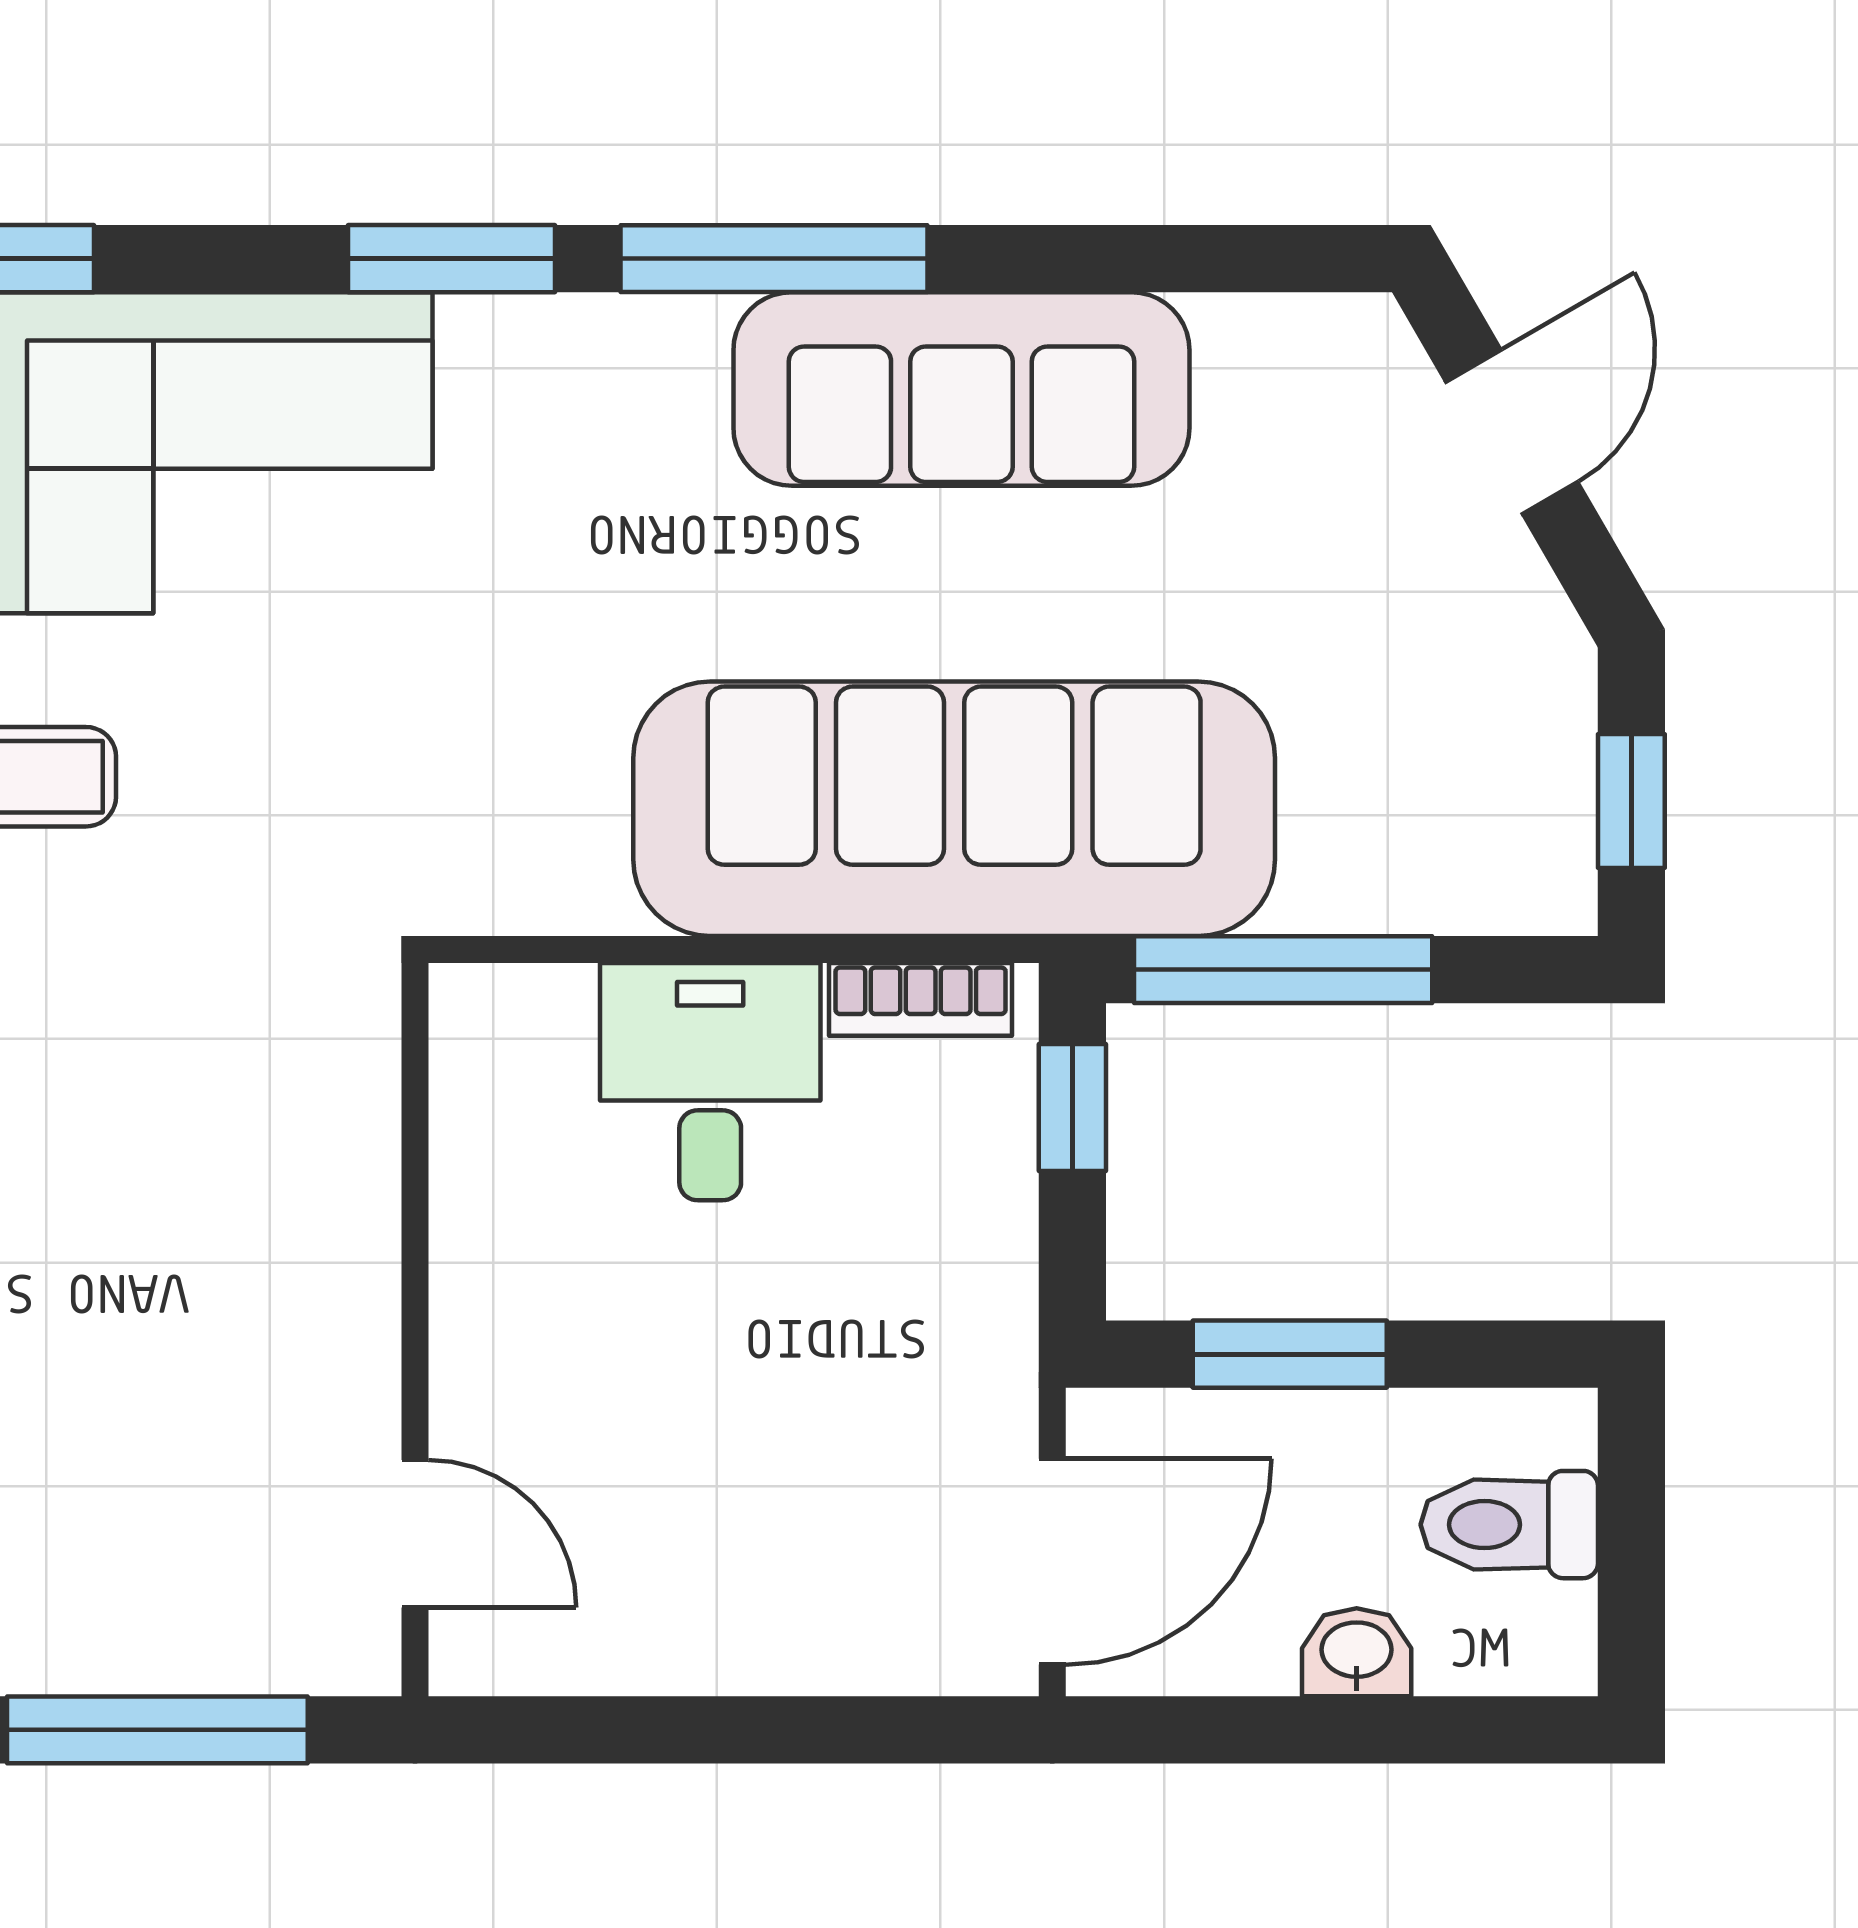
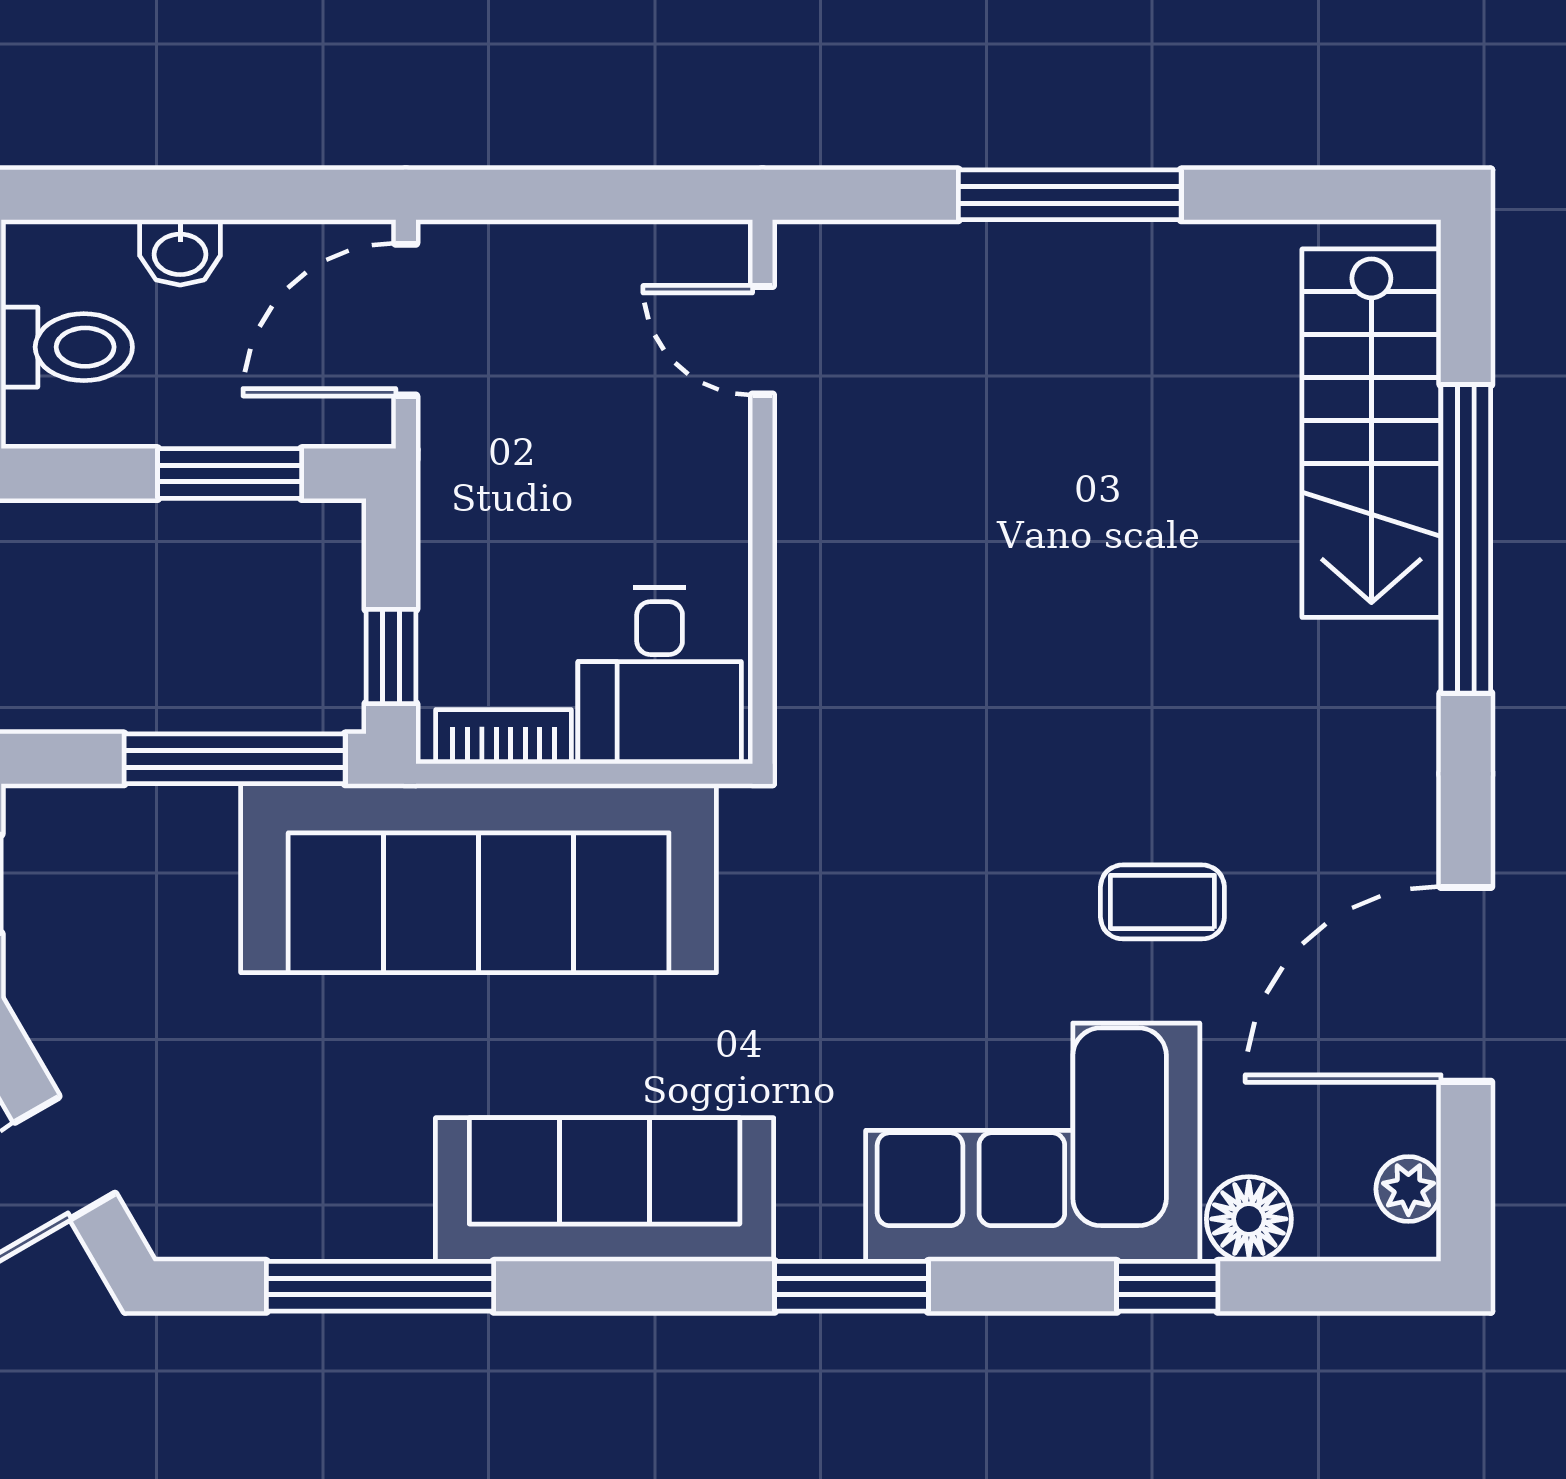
window: (774, 259) -> (380, 1286), moved
sofa: (961, 389) -> (605, 1190), moved
wall: (415, 1330) -> (762, 492), moved
door: (415, 1534) -> (762, 340), moved

